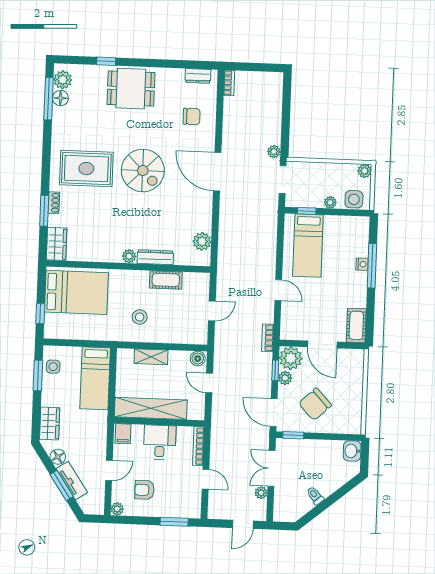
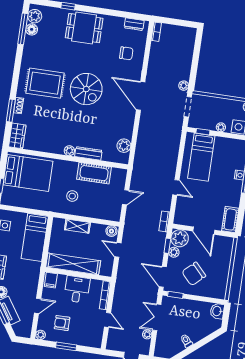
cot: (166, 280) -> (94, 173), width x1.37, depth x1.34
window: (174, 522) -> (66, 346), moved

